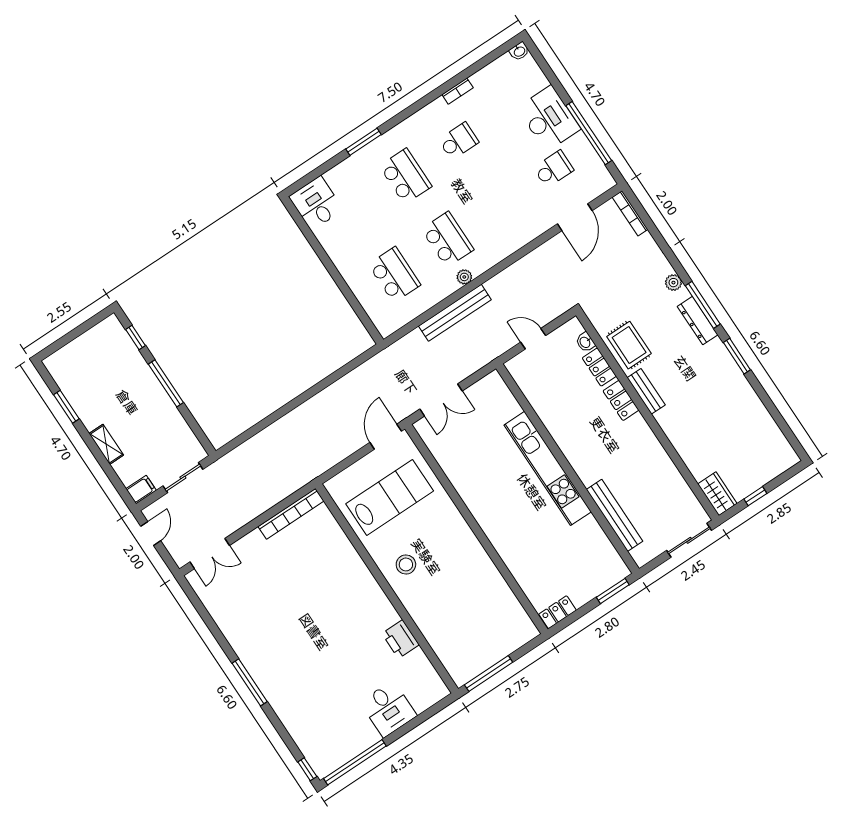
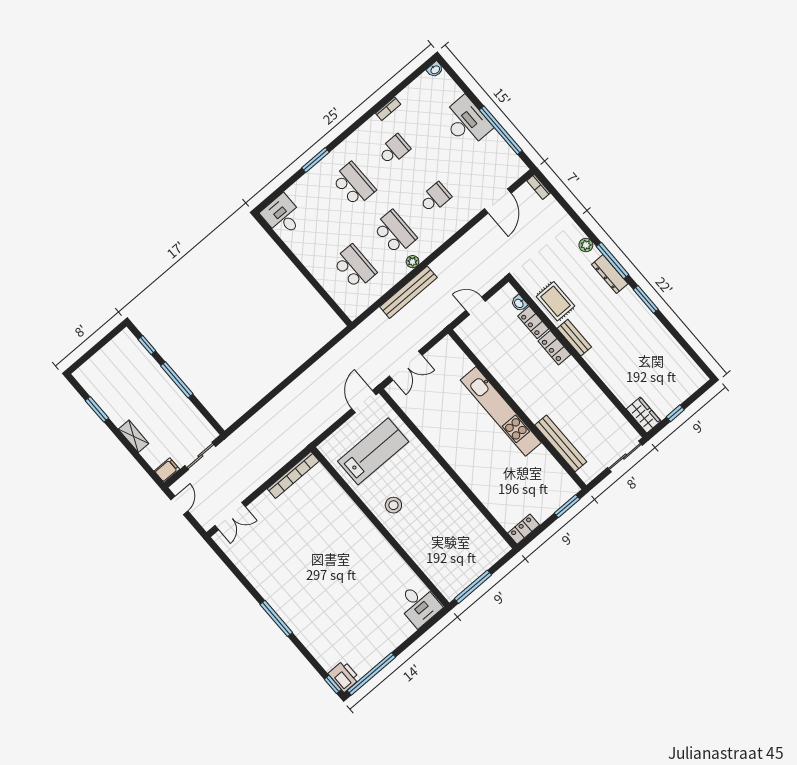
school desk: (554, 169) -> (435, 198), moved
bookcase: (630, 213) -> (538, 187), width x0.64
printer: (400, 639) -> (344, 676), moved, turned 180
desk: (388, 709) -> (419, 605), moved

